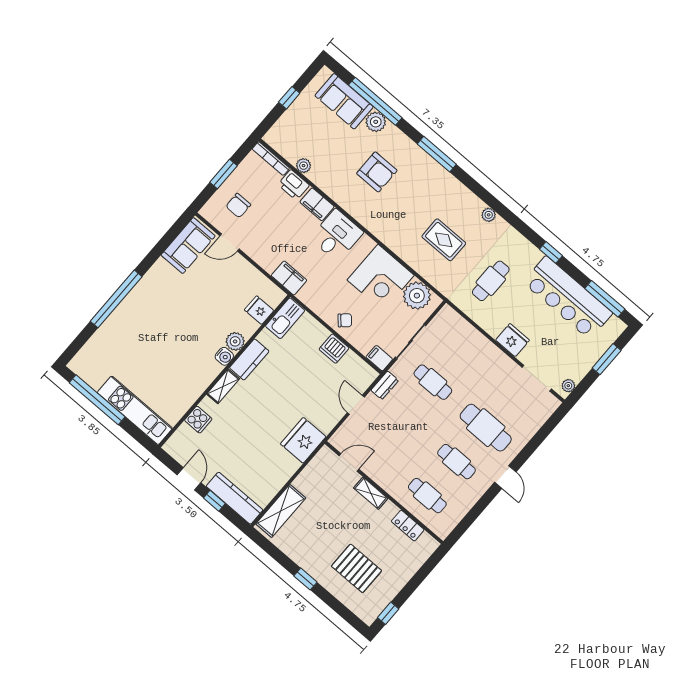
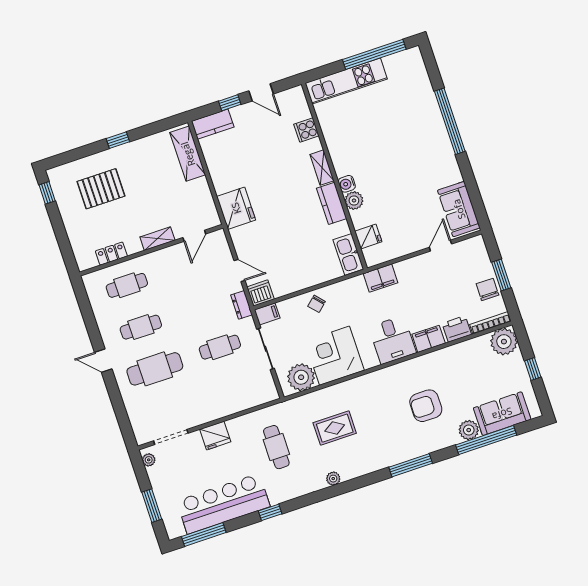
plant: (304, 166) -> (504, 342), moved, width x1.87, depth x1.87
chair: (238, 206) -> (487, 289), moved
dishwasher: (334, 349) -> (260, 293), moved
kitchen counter: (235, 498) -> (213, 124), width x0.67

